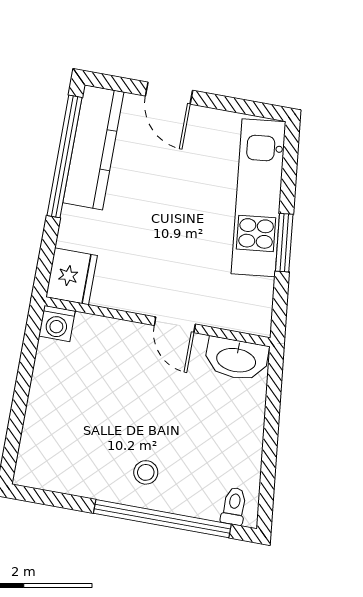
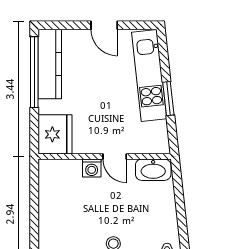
door: (169, 93) -> (104, 25), moved
fridge: (72, 276) -> (55, 134), width x1.36, depth x1.34
washing machine: (57, 324) -> (92, 168), moved

